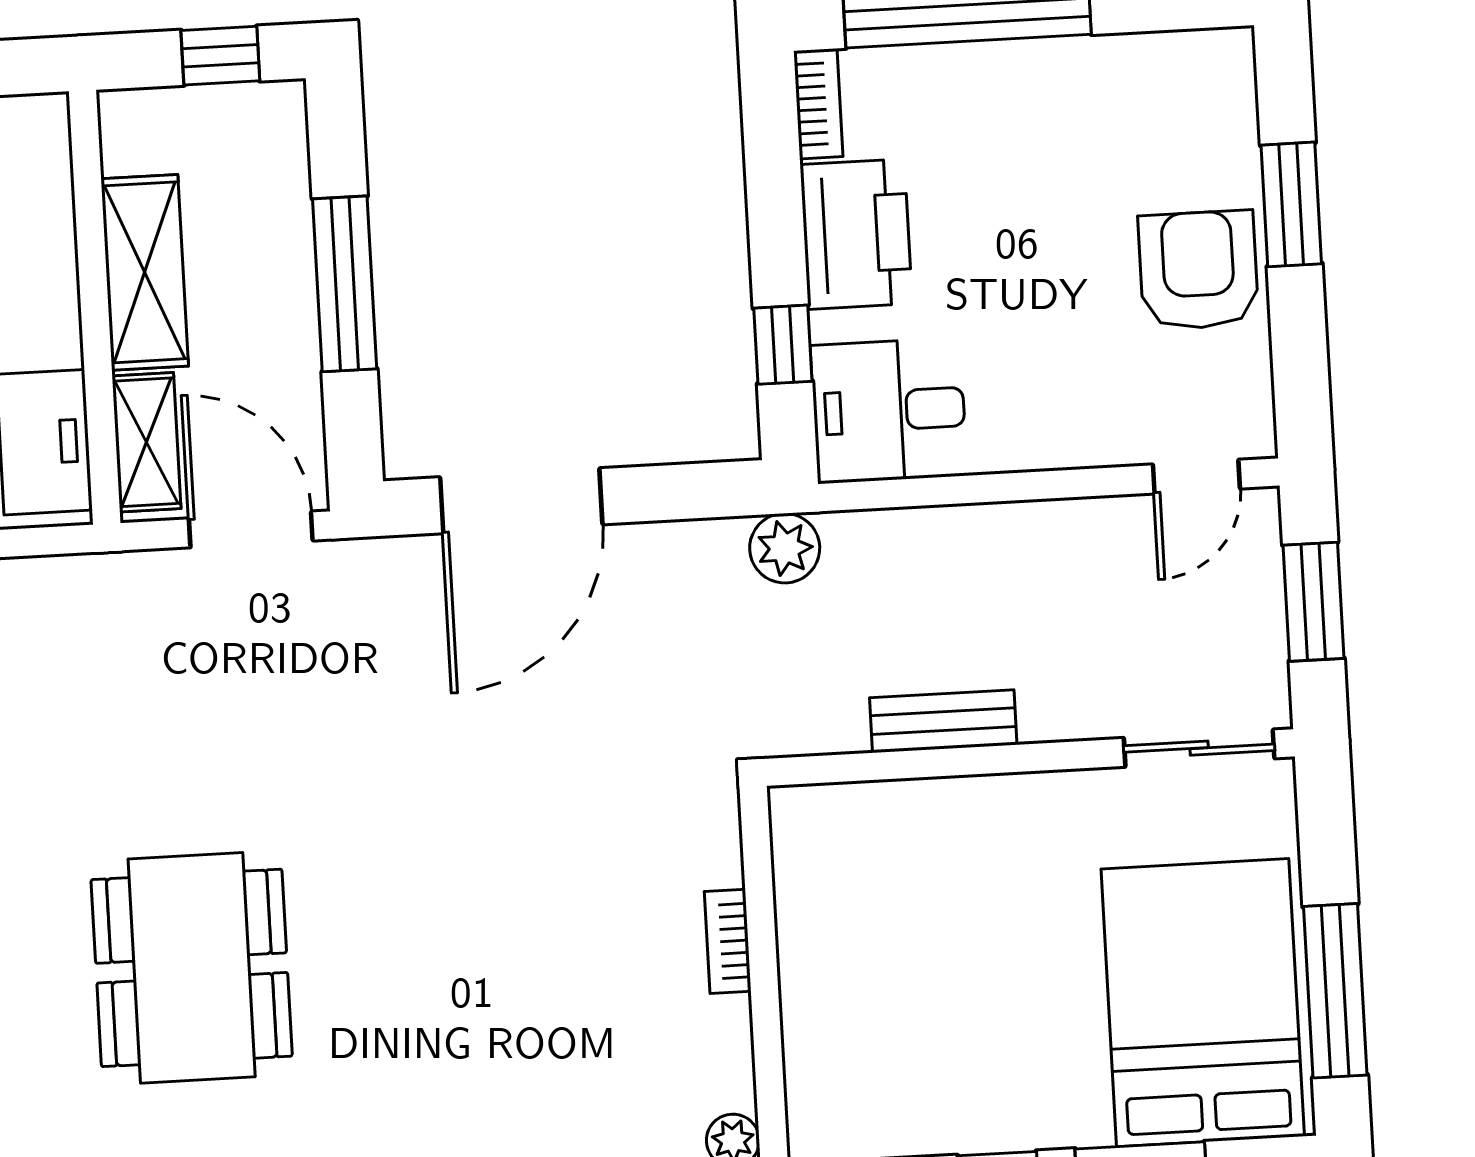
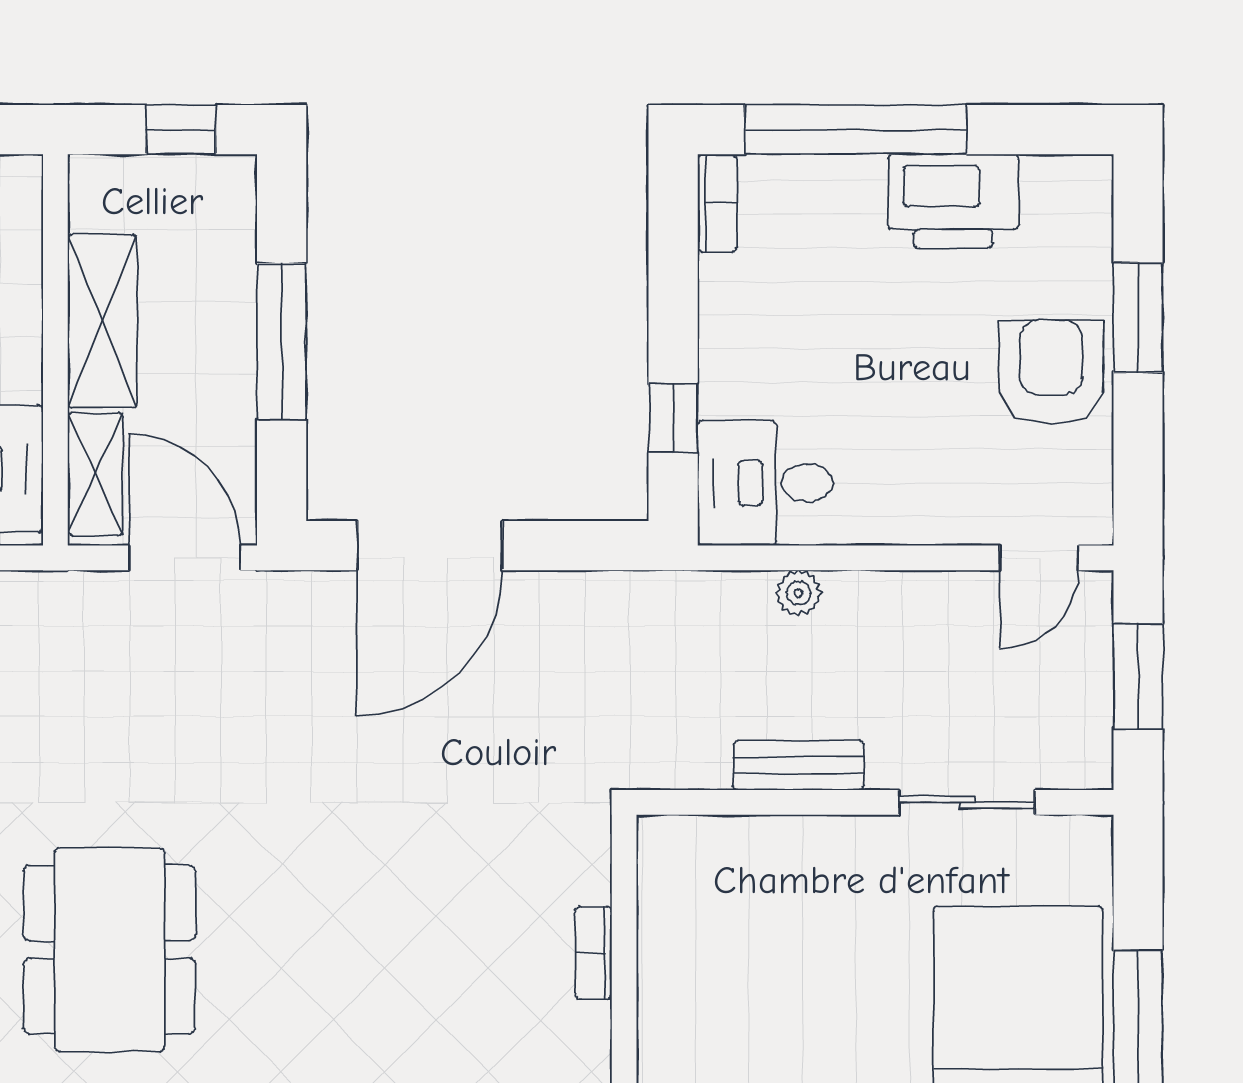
printer: (856, 234) -> (953, 201), moved, turned 90
plant: (785, 548) -> (798, 593), moved, width x0.73, depth x0.73
sliding door: (1199, 748) -> (967, 802), moved

